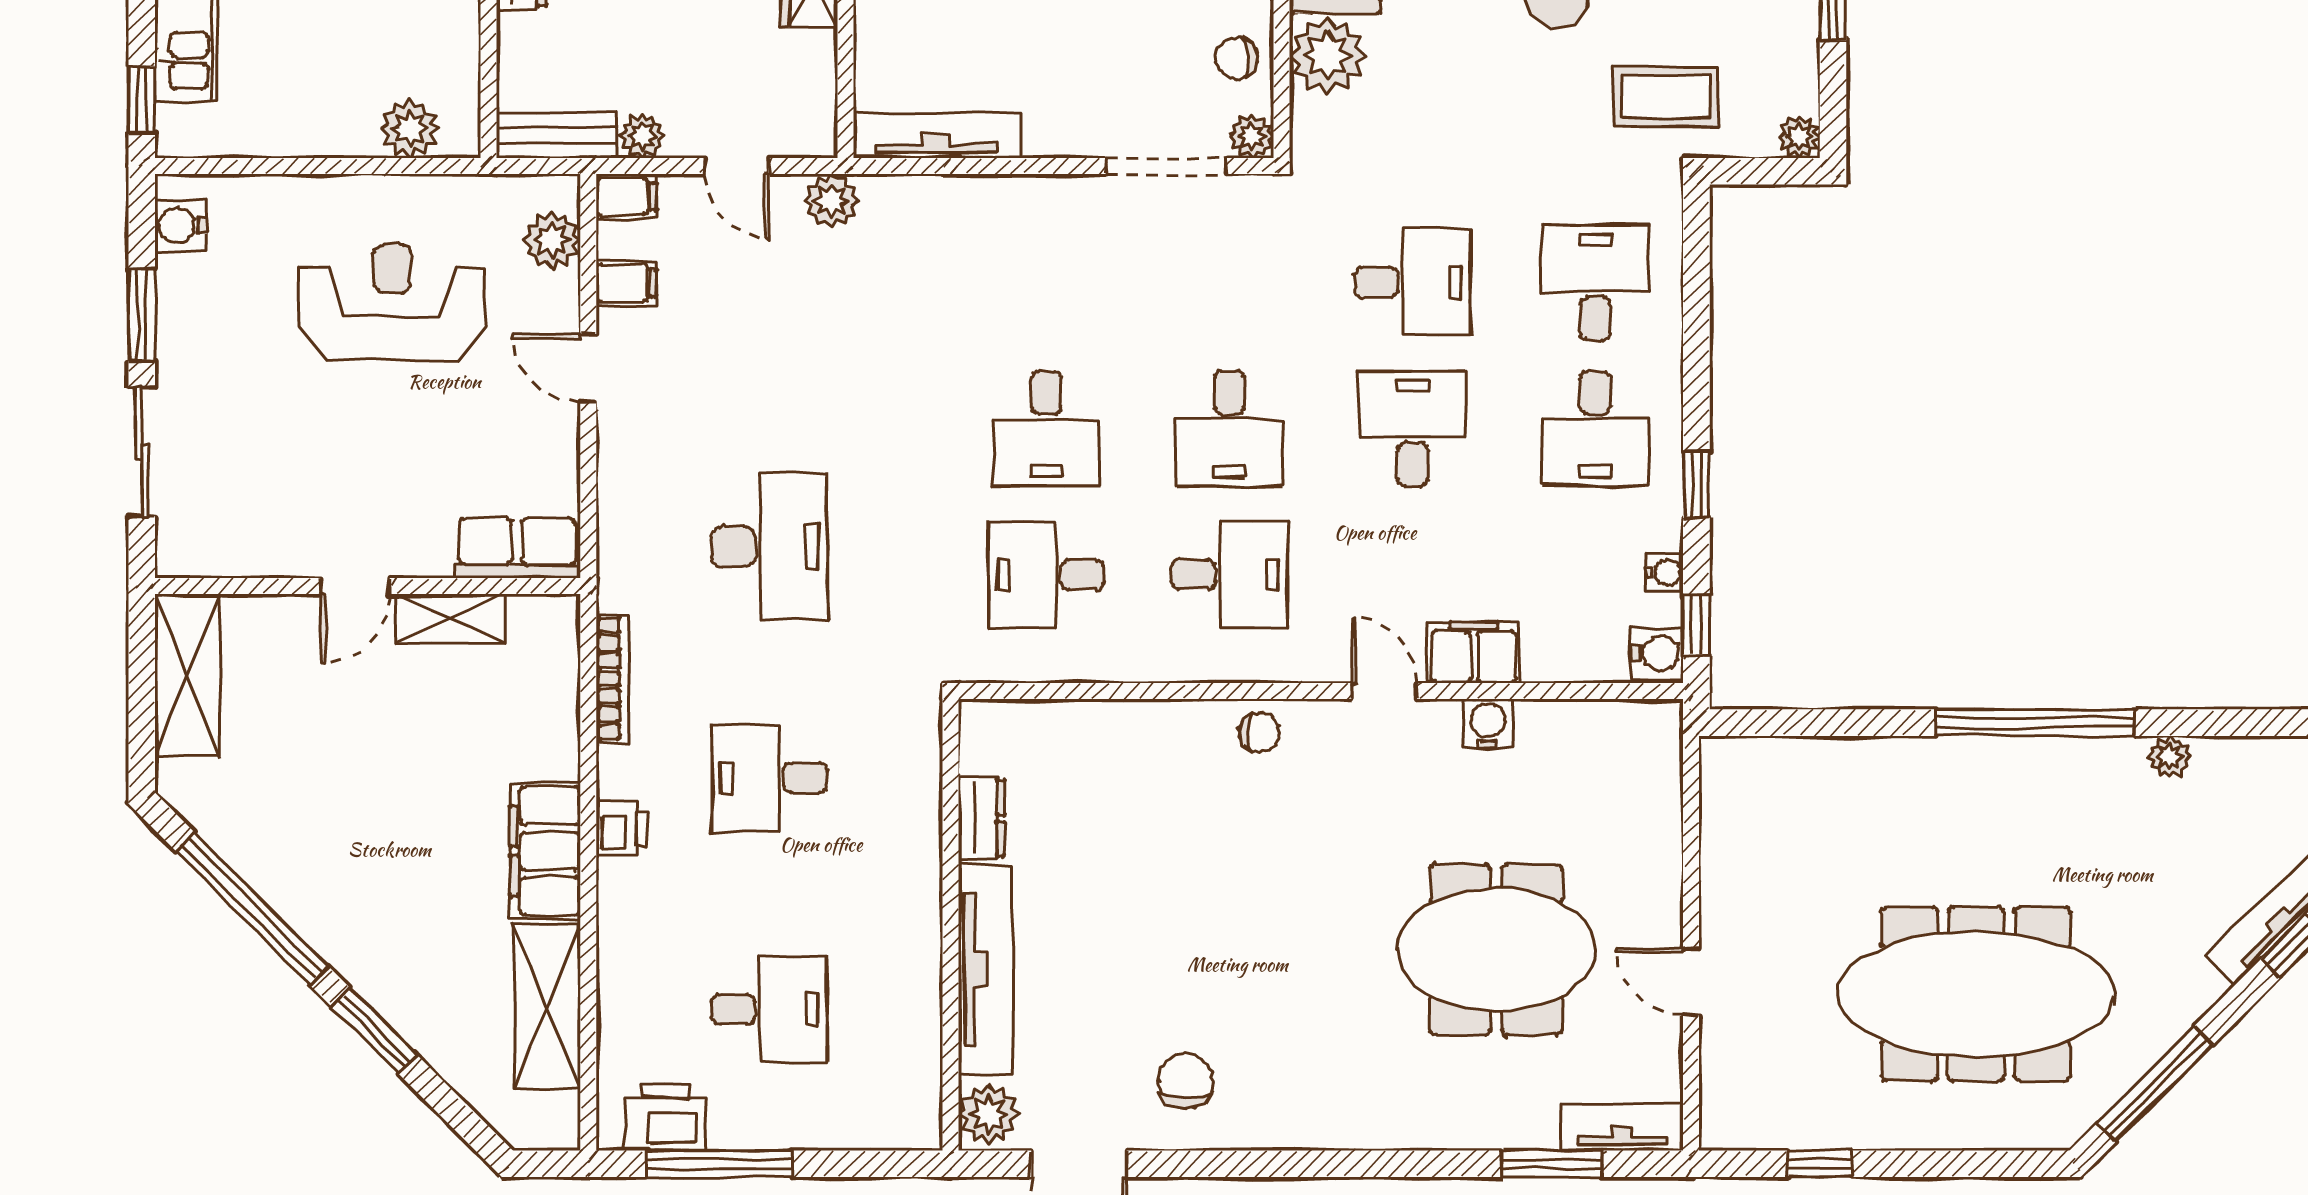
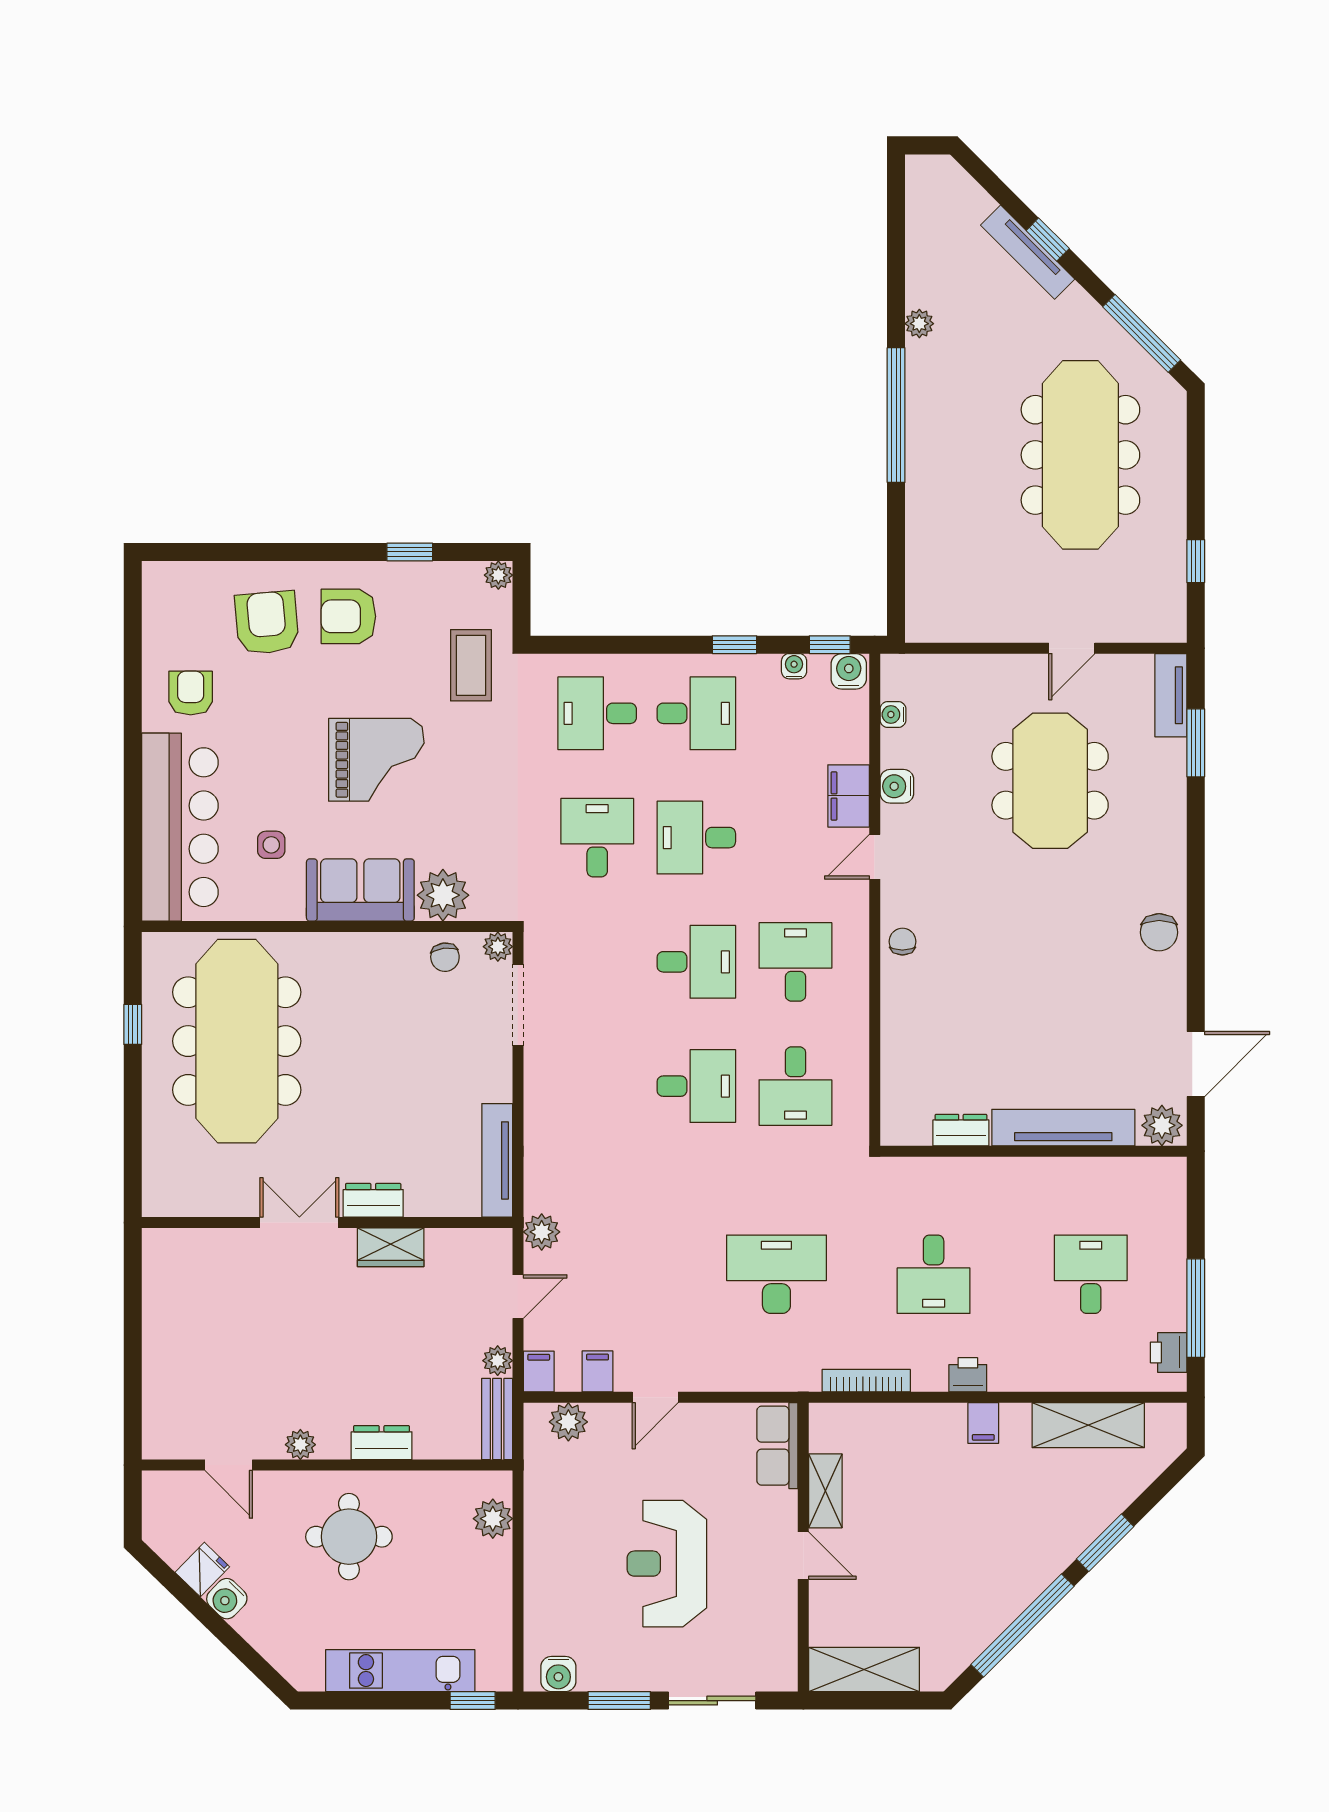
reception desk: (392, 302) -> (667, 1564), moved
water cooler: (1594, 718) -> (893, 715), added
filing cabinet: (545, 851) -> (983, 1423), width x0.33, depth x0.86
chair: (1185, 1081) -> (1159, 932), moved, turned -90
printer: (665, 1118) -> (1169, 1352), width x0.73, depth x0.81

